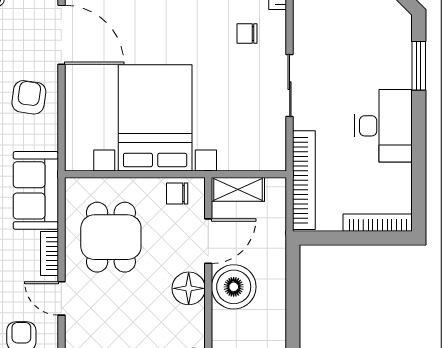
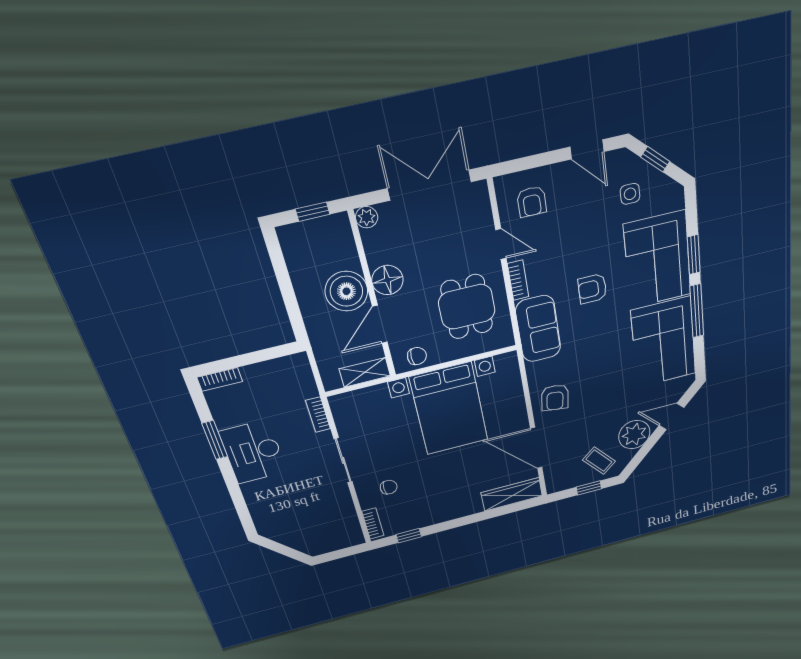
window: (419, 66) -> (215, 440), moved
bookcase: (304, 180) -> (318, 415), width x0.43, depth x0.76
bookcase: (378, 223) -> (220, 379), width x0.64

